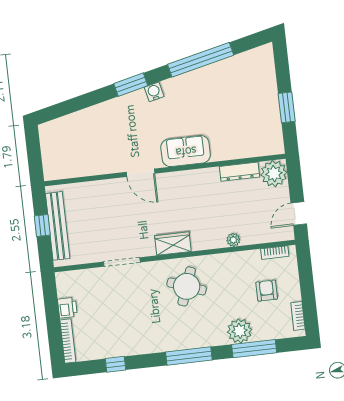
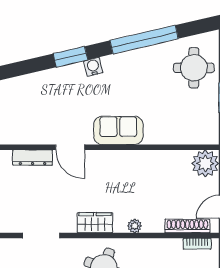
round table: (252, 82) -> (194, 68), added
dresser: (239, 172) -> (33, 158), moved
shoe rack: (263, 236) -> (187, 226), added
plant: (233, 240) -> (135, 226), moved

